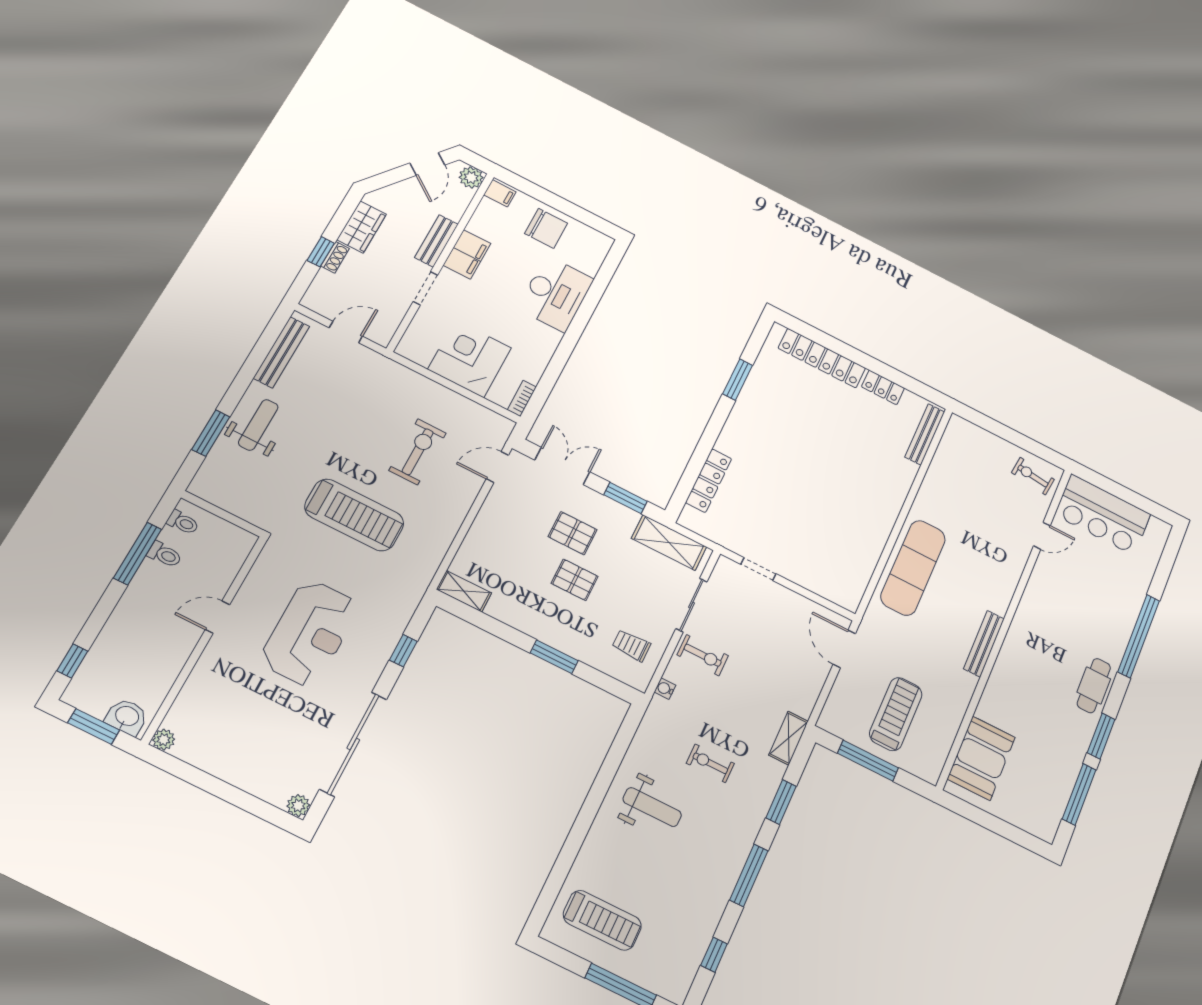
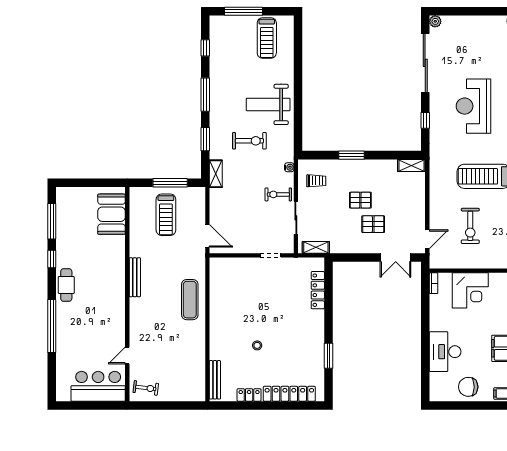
stool: (839, 450) -> (257, 345), added
window: (626, 498) -> (356, 257), removed
shelving: (669, 542) -> (316, 247), width x0.67, depth x0.75
exercise mat: (913, 568) -> (190, 300), width x0.73, depth x0.69
window: (1101, 736) -> (52, 259), width x0.67
exercise bike: (710, 763) -> (249, 141), width x1.38, depth x1.39
weight bench: (652, 807) -> (268, 104), width x1.36, depth x1.33
treadmill: (602, 920) -> (267, 38), turned -90

